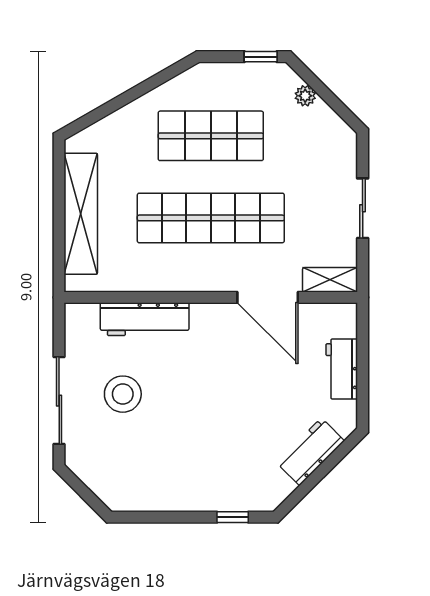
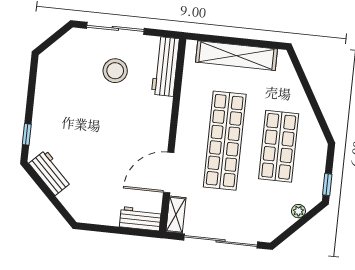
sliding door: (363, 208) -> (221, 241), width x1.86
workbench: (145, 319) -> (165, 66), moved
workbench: (342, 369) -> (140, 219), moved
workbench: (310, 452) -> (50, 173), moved

